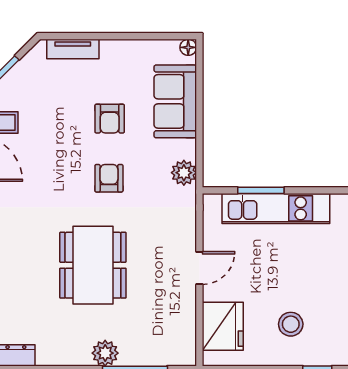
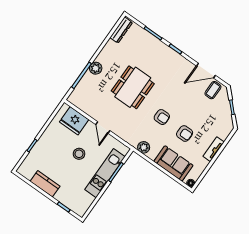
tv unit: (73, 49) -> (214, 149), moved
armchair: (110, 119) -> (185, 134), turned 180
dining table: (93, 265) -> (133, 87), turned 90
stool: (291, 324) -> (79, 154), moved

